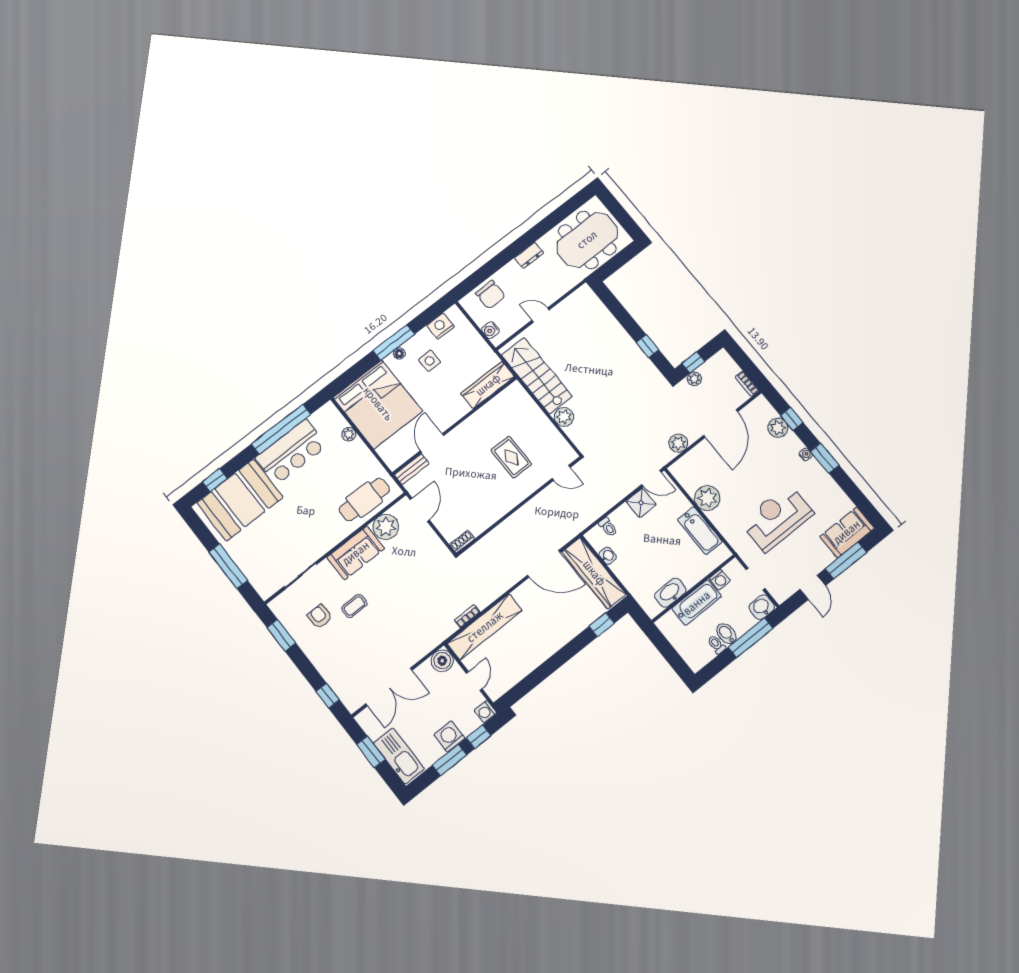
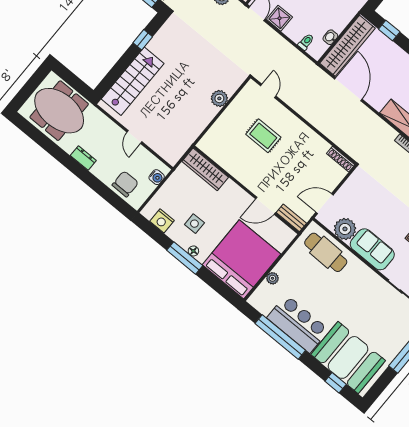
stairs: (537, 376) -> (133, 81), moved, turned 180
rug: (511, 457) -> (263, 136), turned 90
shoe rack: (462, 542) -> (341, 159), width x1.43

